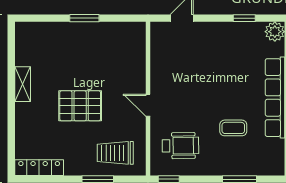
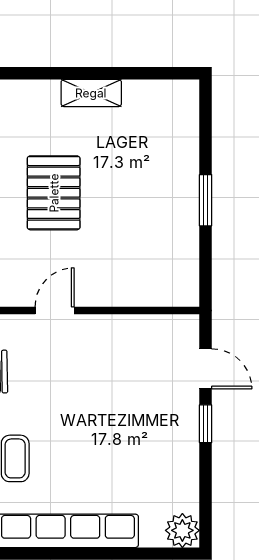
window: (244, 18) -> (206, 424), moved

